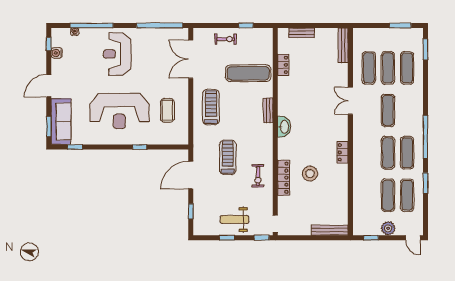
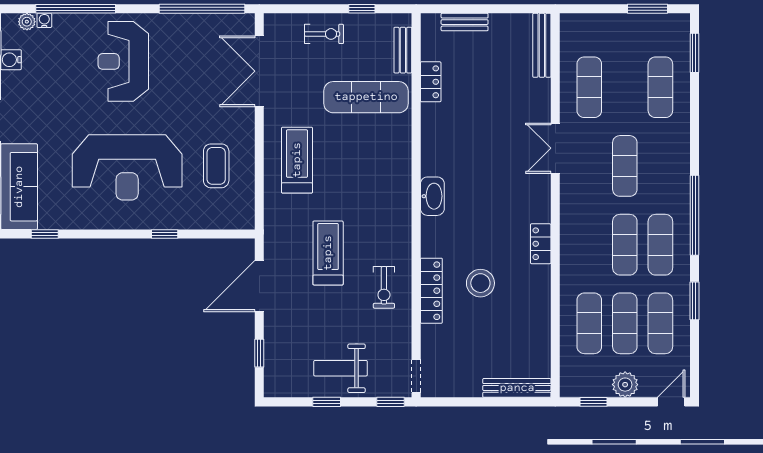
plant: (65, 32) -> (27, 22), added
exercise mat: (388, 68) -> (589, 323), moved
bench: (268, 110) -> (403, 50), moved
door: (413, 238) -> (671, 402), swing flipped

